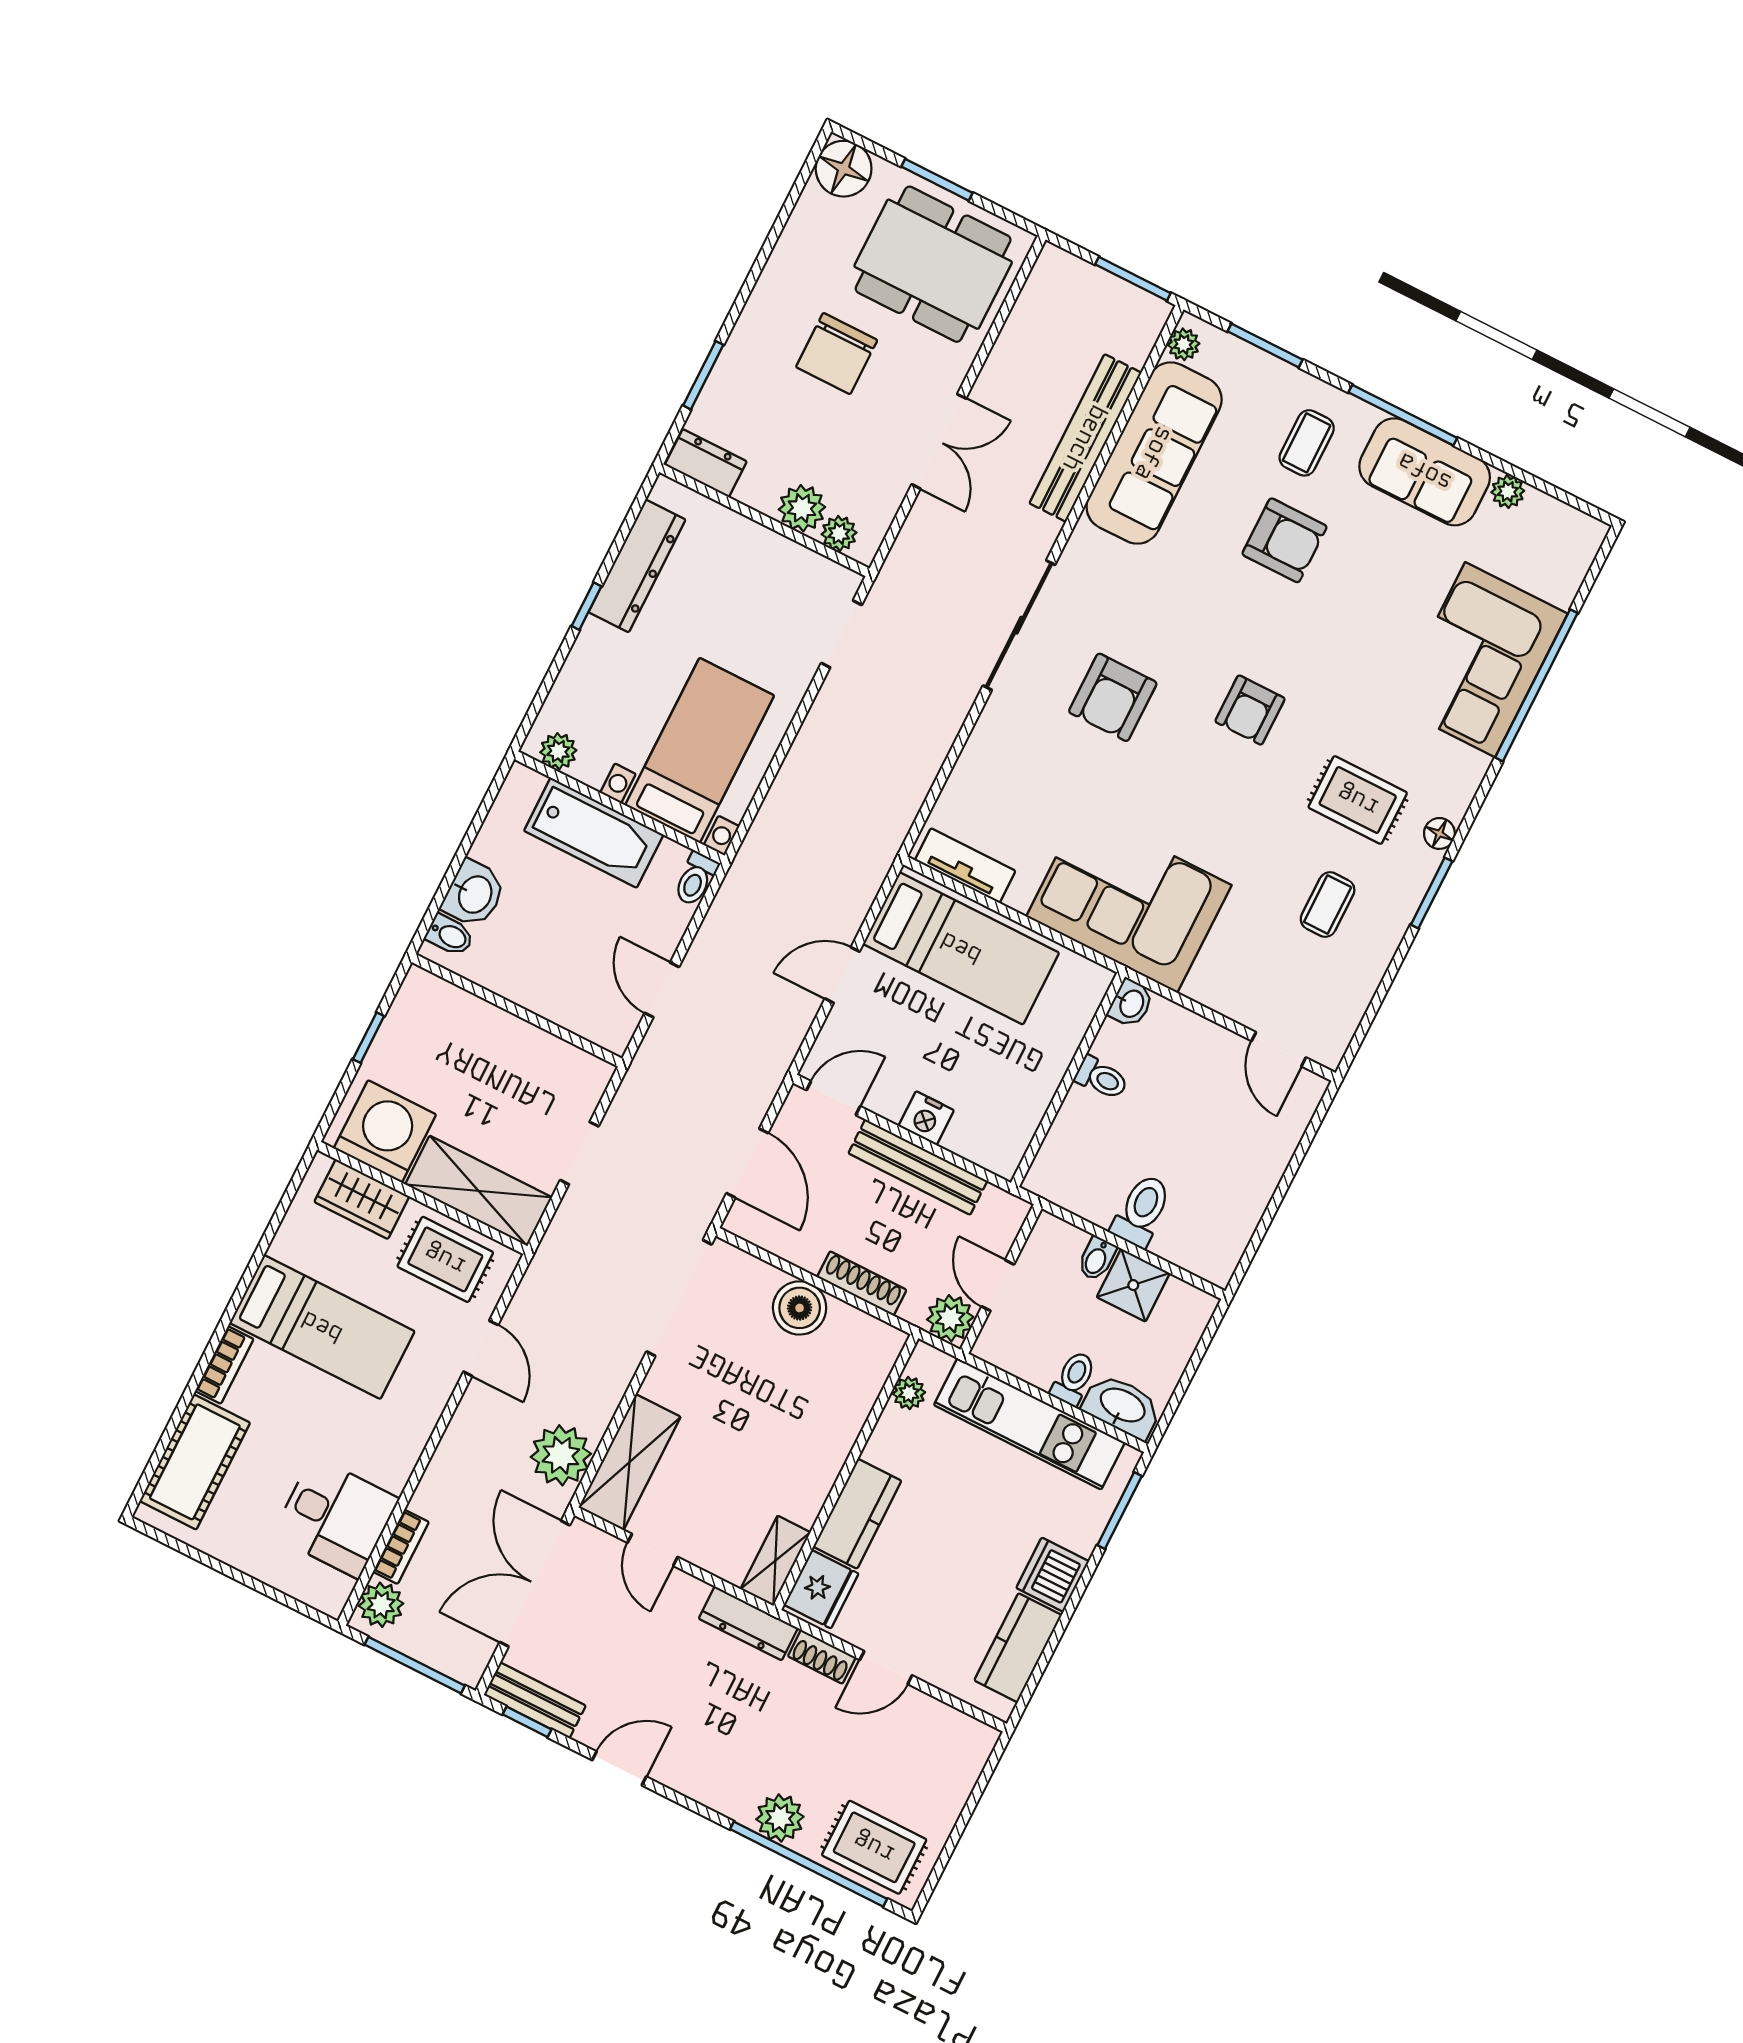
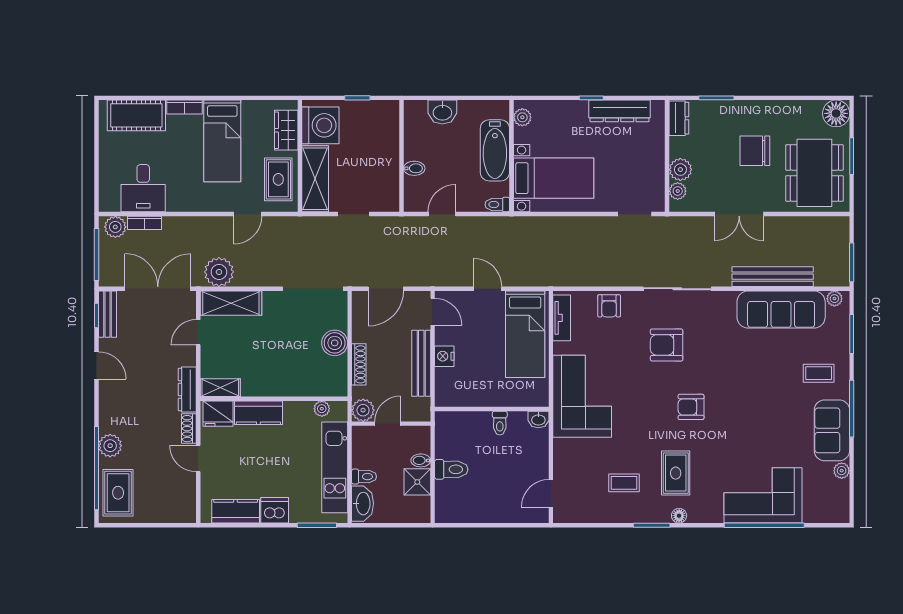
armchair: (1285, 540) -> (609, 306), moved, width x0.72, depth x0.72
bidet: (450, 935) -> (414, 168), moved, turned -90

